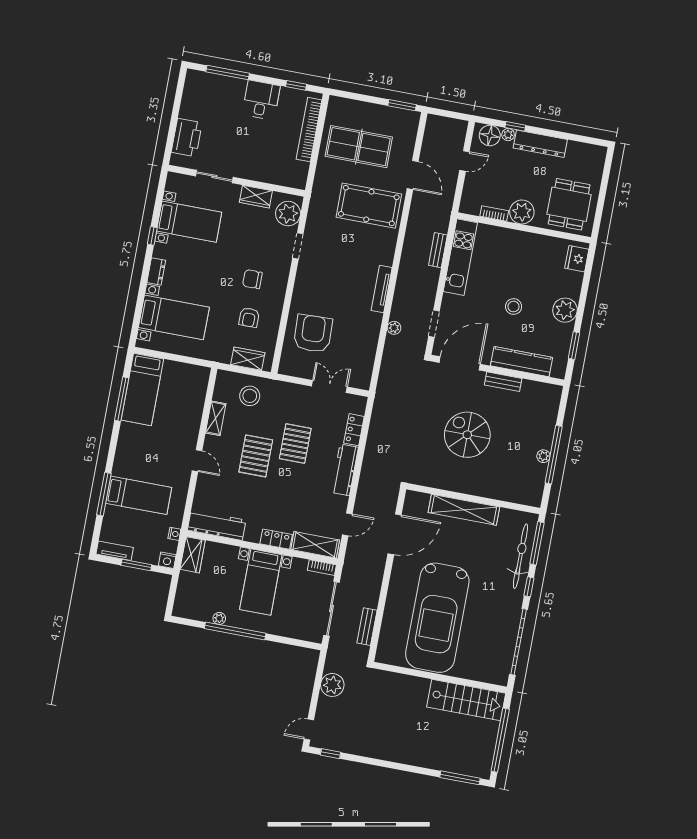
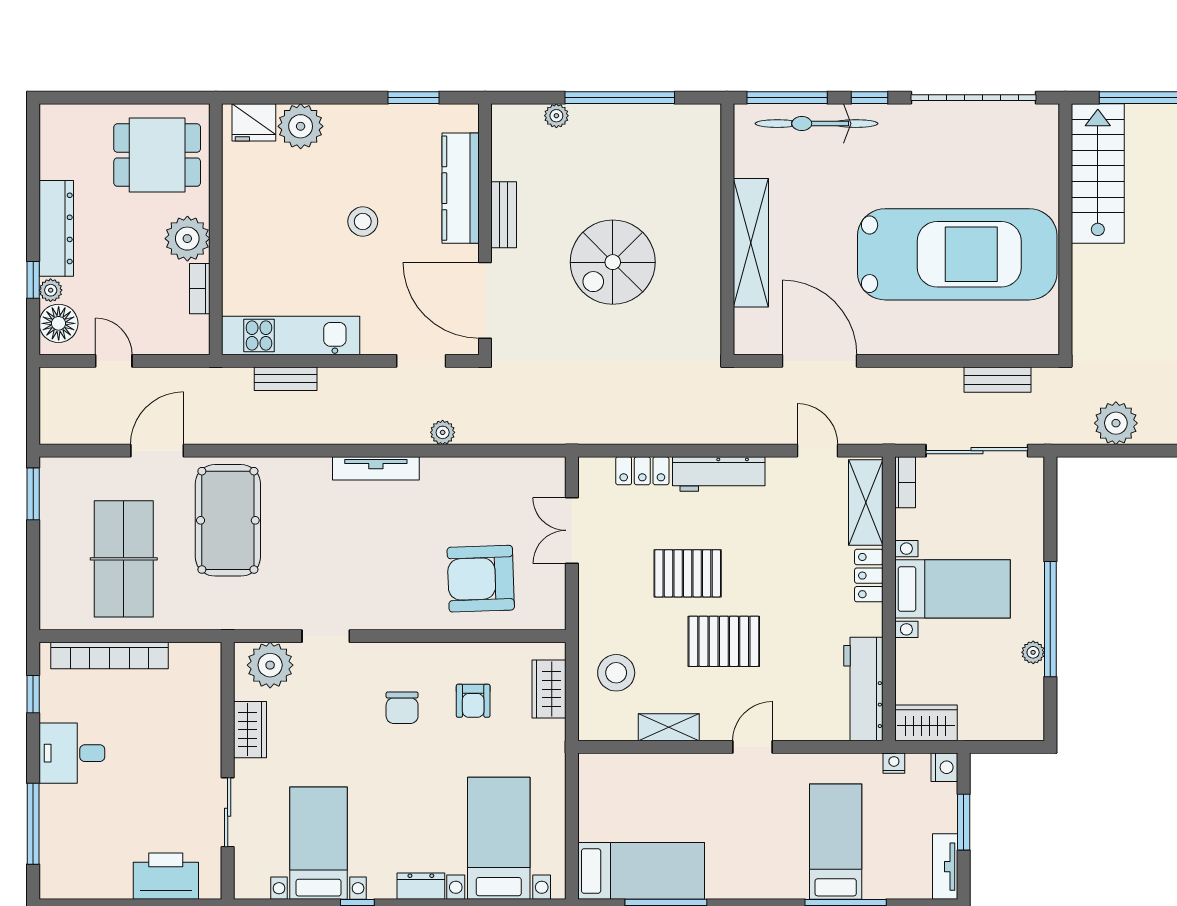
plant: (565, 310) -> (301, 126), moved
armchair: (249, 317) -> (473, 701), turned 90
plant: (543, 456) -> (556, 116), moved

